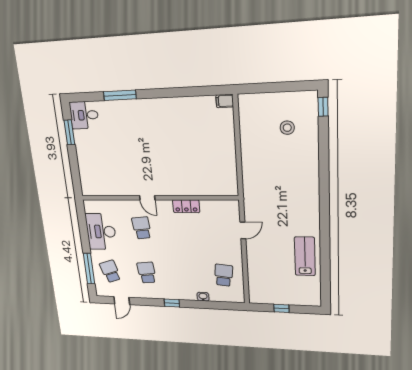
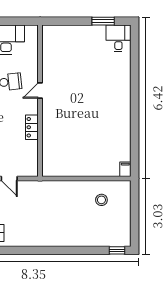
window: (120, 95) -> (135, 75), removed
stool: (287, 128) -> (101, 200), moved

